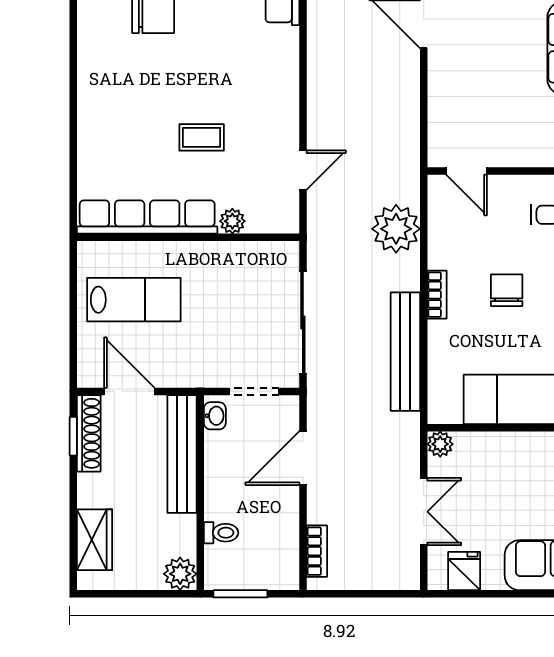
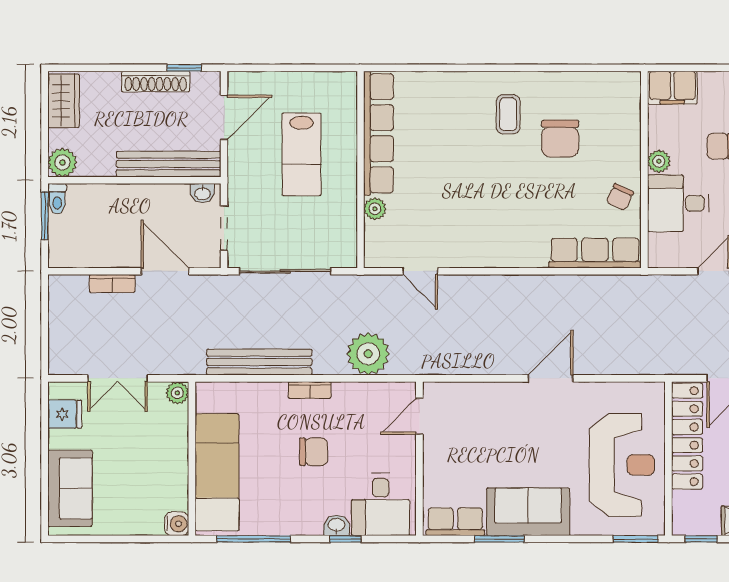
coffee table: (202, 137) -> (508, 114), moved
lab bench: (134, 300) -> (301, 154), moved
shoe rack: (89, 433) -> (156, 81), moved
toilet: (221, 533) -> (57, 199), moved
wardrobe: (95, 540) -> (63, 101), moved, turned -90
bookcase: (317, 551) -> (112, 284), moved

